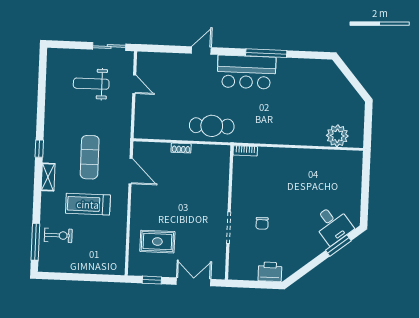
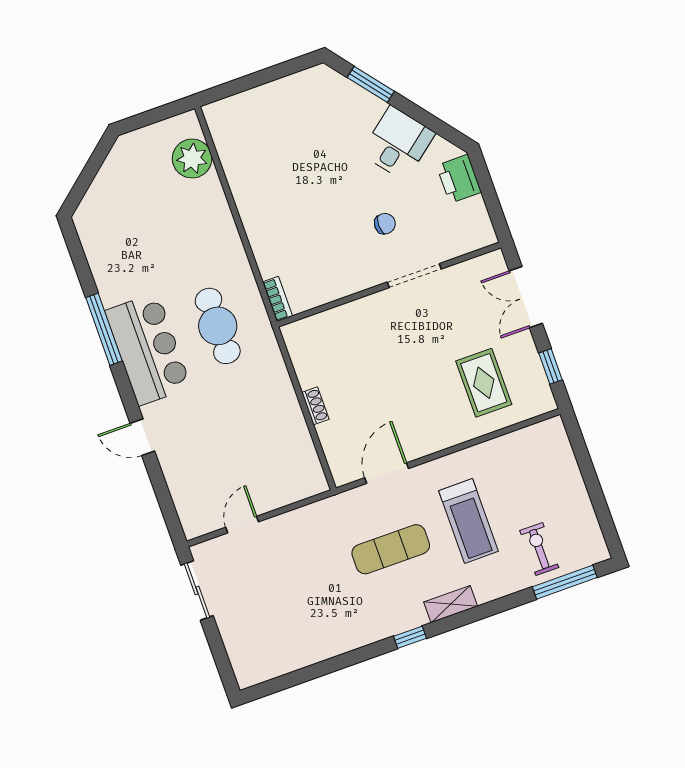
weight bench: (91, 84) -> (270, 595), removed
cafe table: (212, 126) -> (218, 326), moved
desk: (333, 225) -> (398, 143), moved

